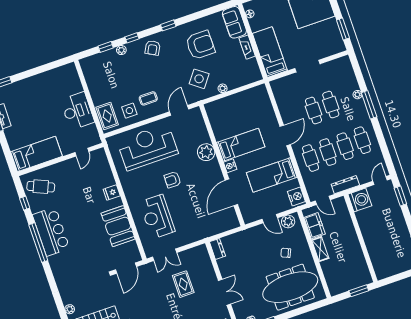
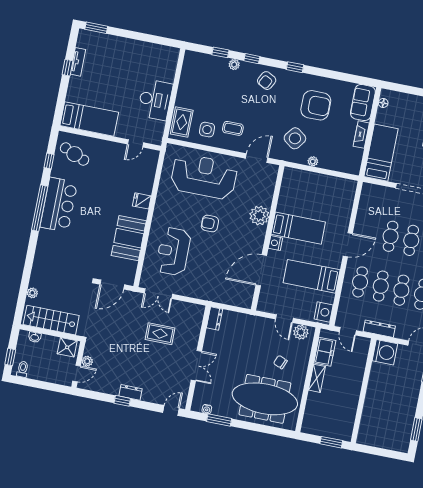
rug: (183, 284) -> (160, 334), turned 90

